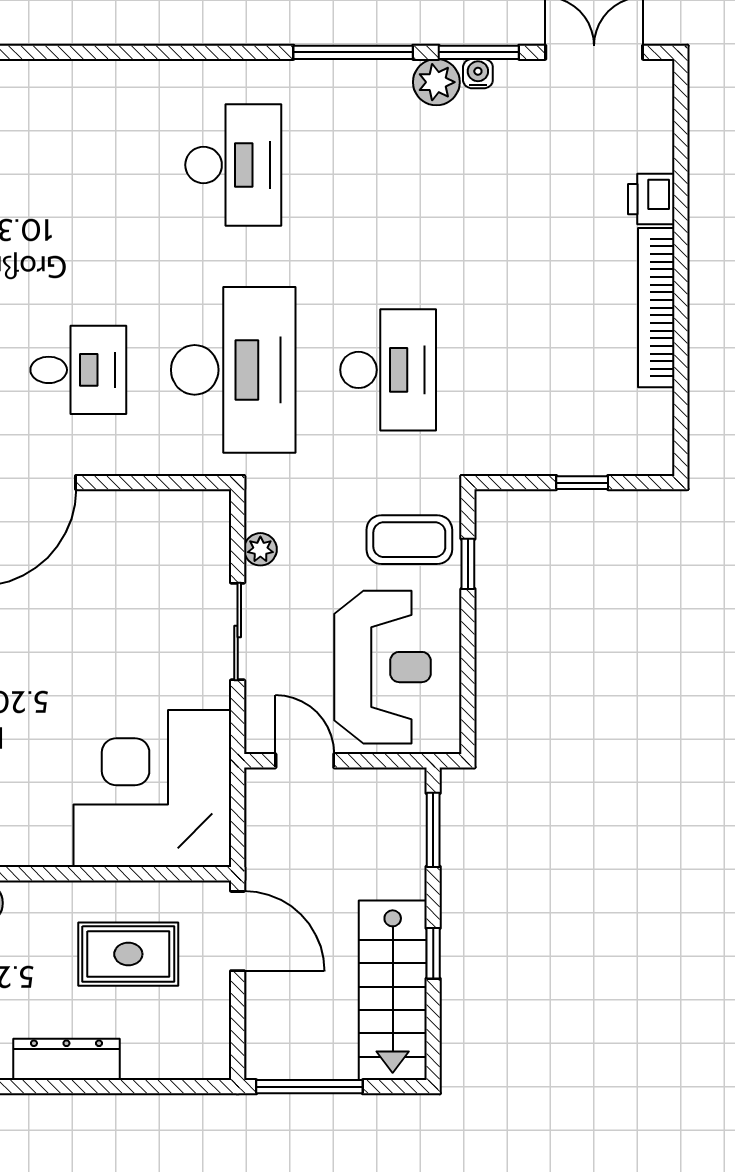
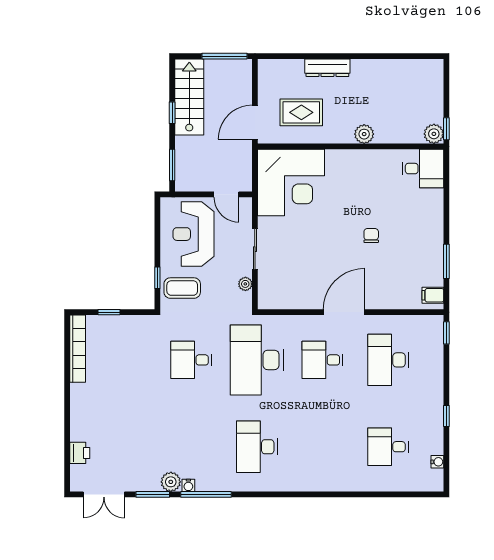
water cooler: (478, 74) -> (188, 485), moved
printer: (651, 199) -> (80, 453), moved
bookcase: (656, 308) -> (78, 349), moved
desk: (388, 370) -> (191, 360), width x0.73
door: (238, 931) -> (255, 122), hinge flipped

